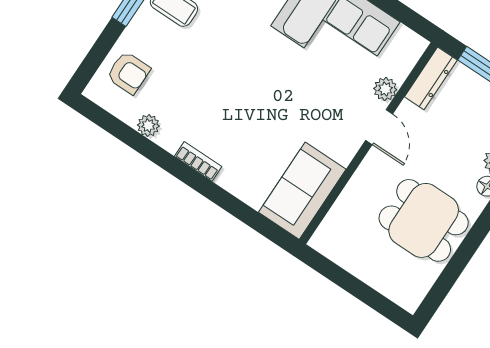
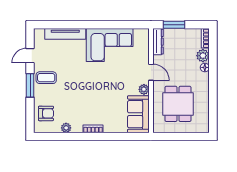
plant: (385, 89) -> (144, 89), moved
dining table: (424, 220) -> (178, 104), moved, turned 90

